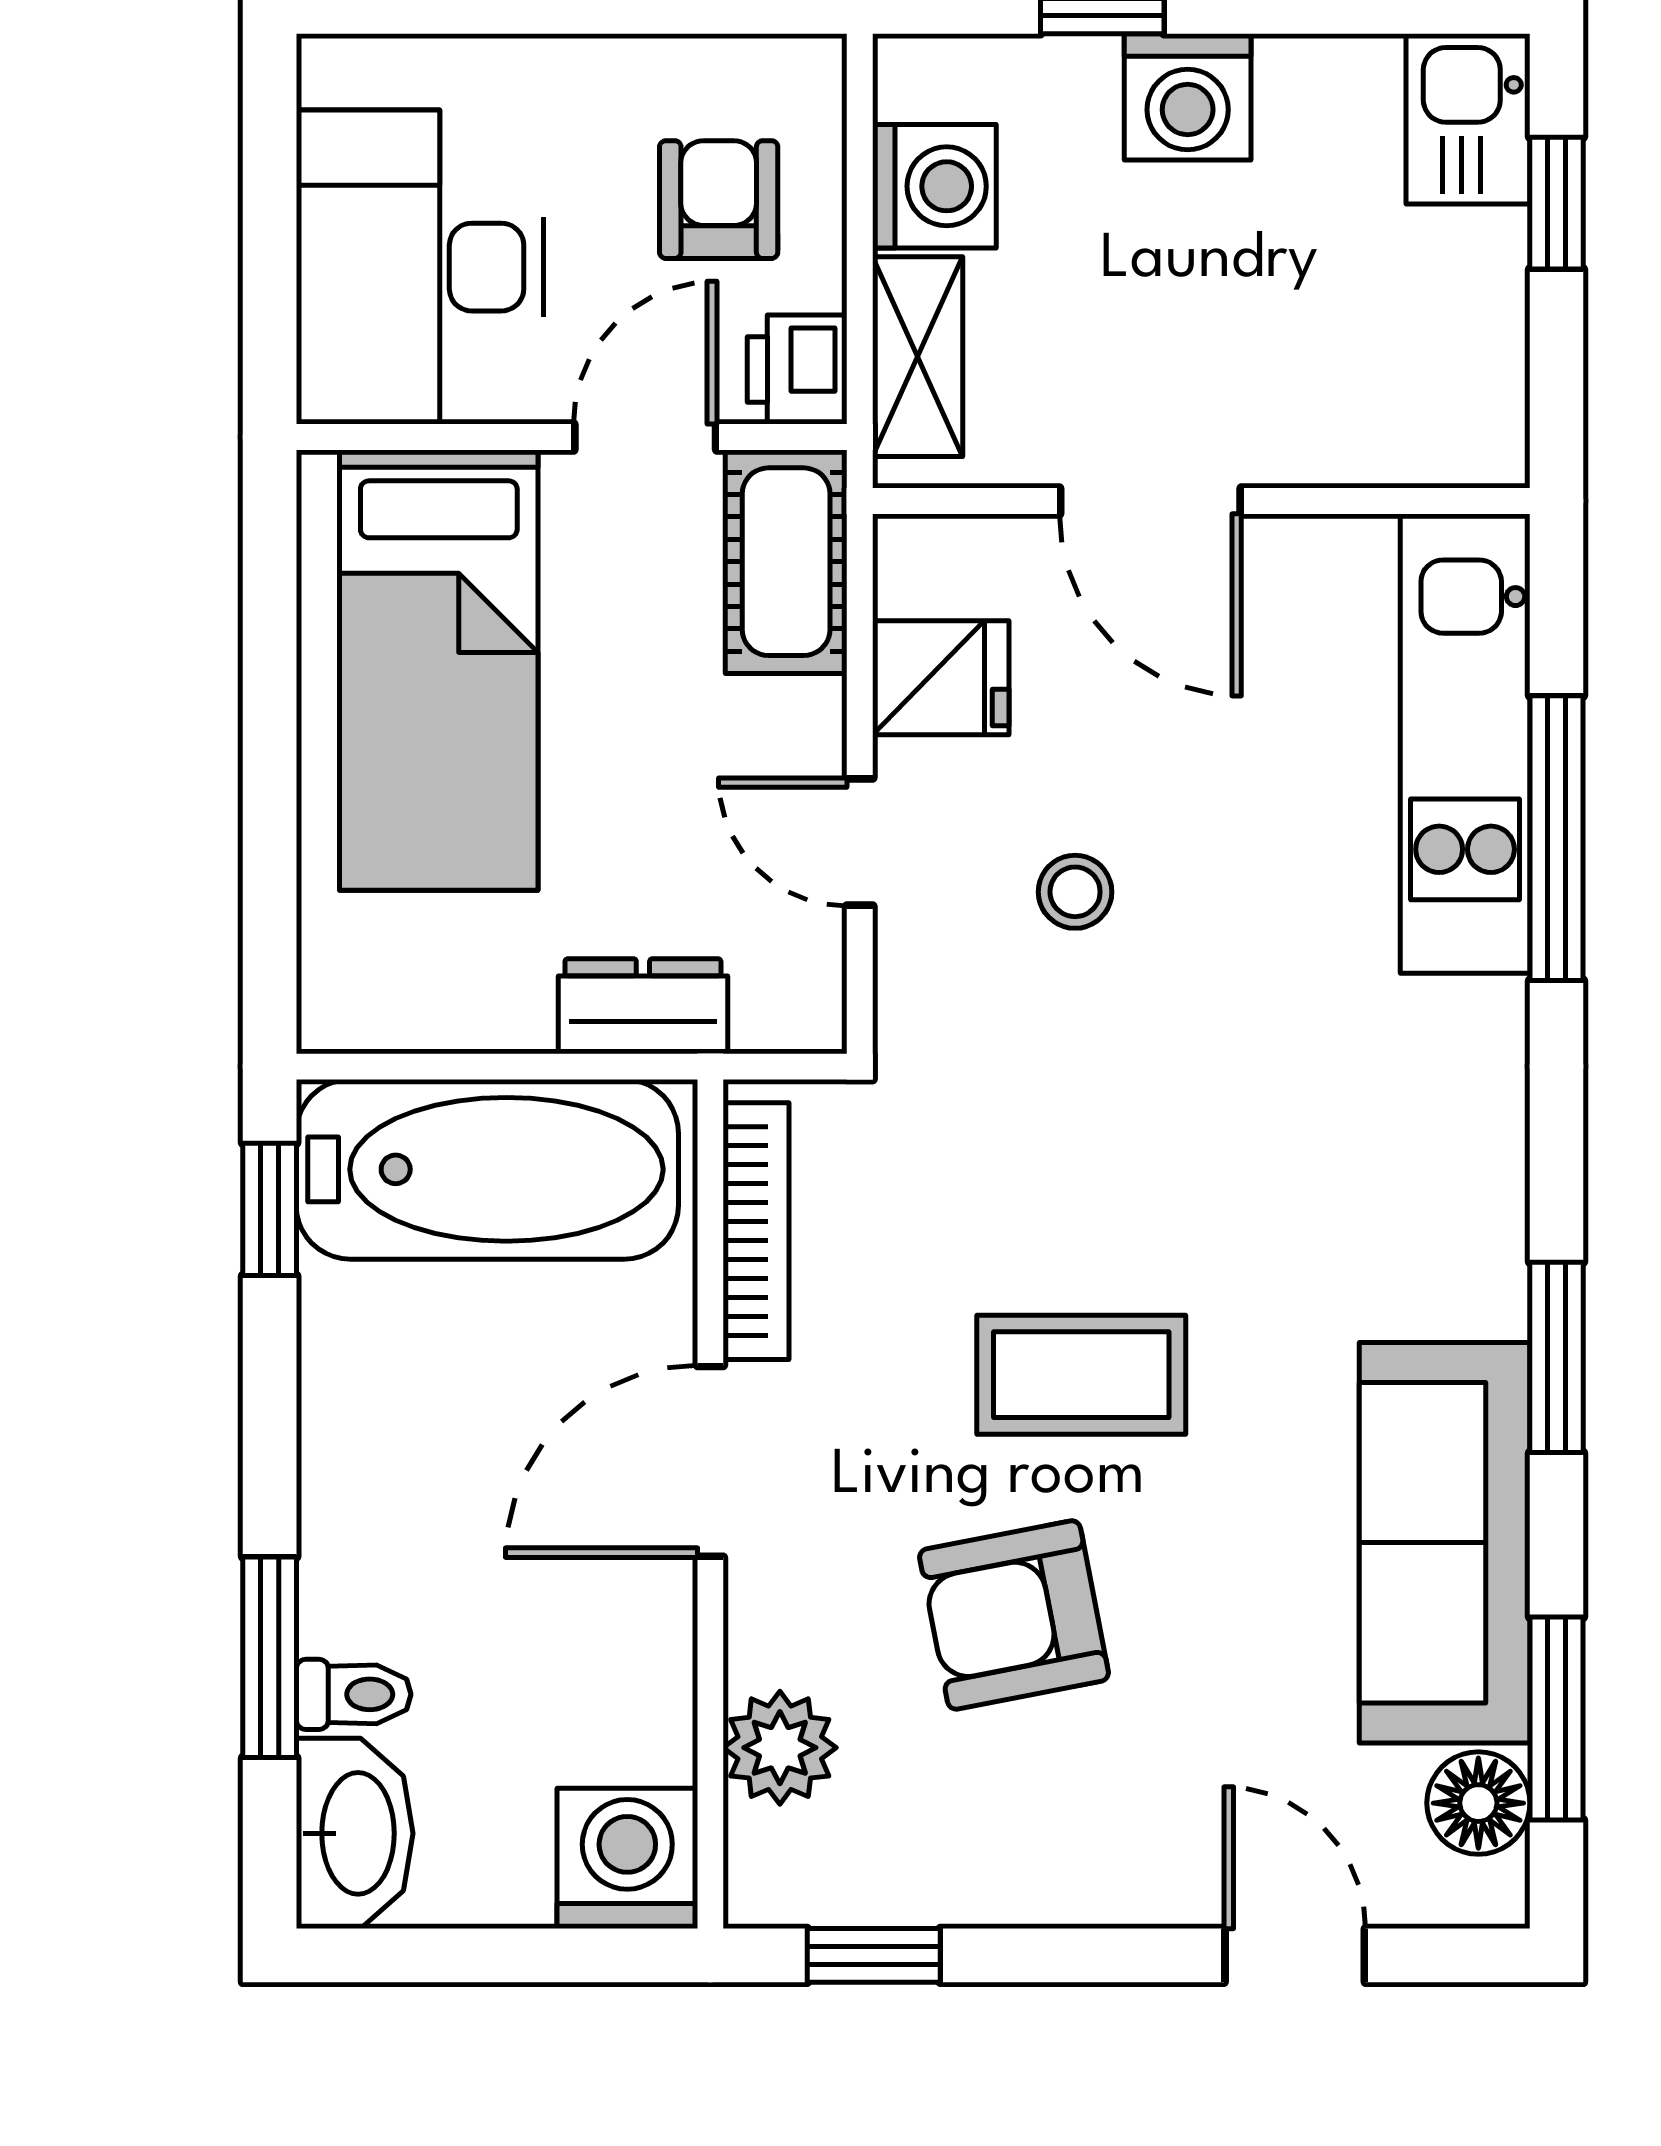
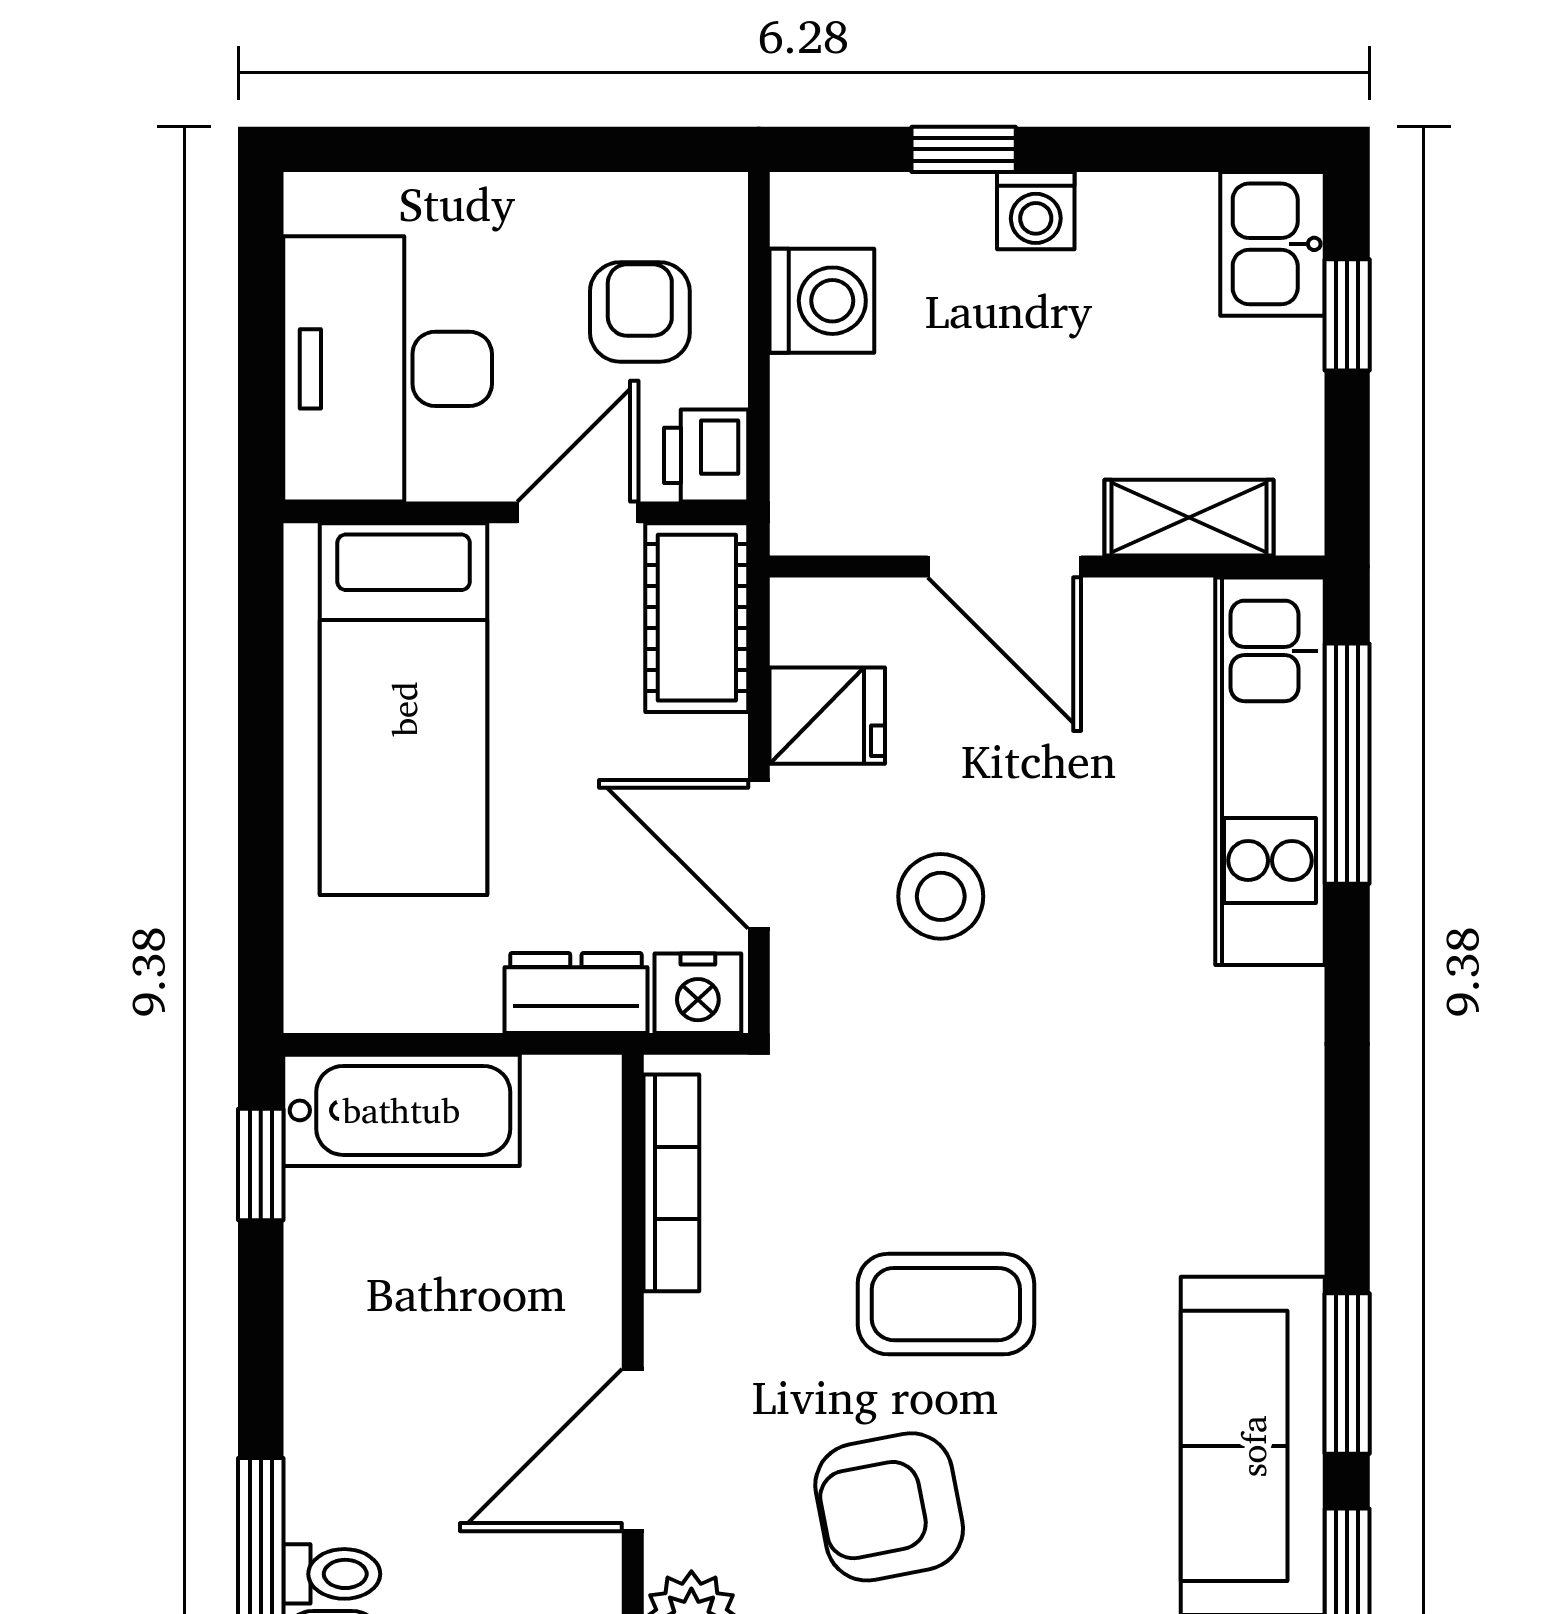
washing machine: (1188, 97) -> (1036, 211), width x0.73, depth x0.73
shelving: (918, 357) -> (1189, 518), moved, turned 90
window: (1556, 838) -> (1347, 764), moved
door: (860, 842) -> (759, 854), width x1.38
stool: (1075, 892) -> (941, 896), width x1.37, depth x1.37
nightstand: (787, 1007) -> (698, 993), added
bathtub: (487, 1169) -> (401, 1110), width x0.73, depth x0.73
window: (1556, 1357) -> (1347, 1374), moved
door: (710, 1461) -> (633, 1450), moved

